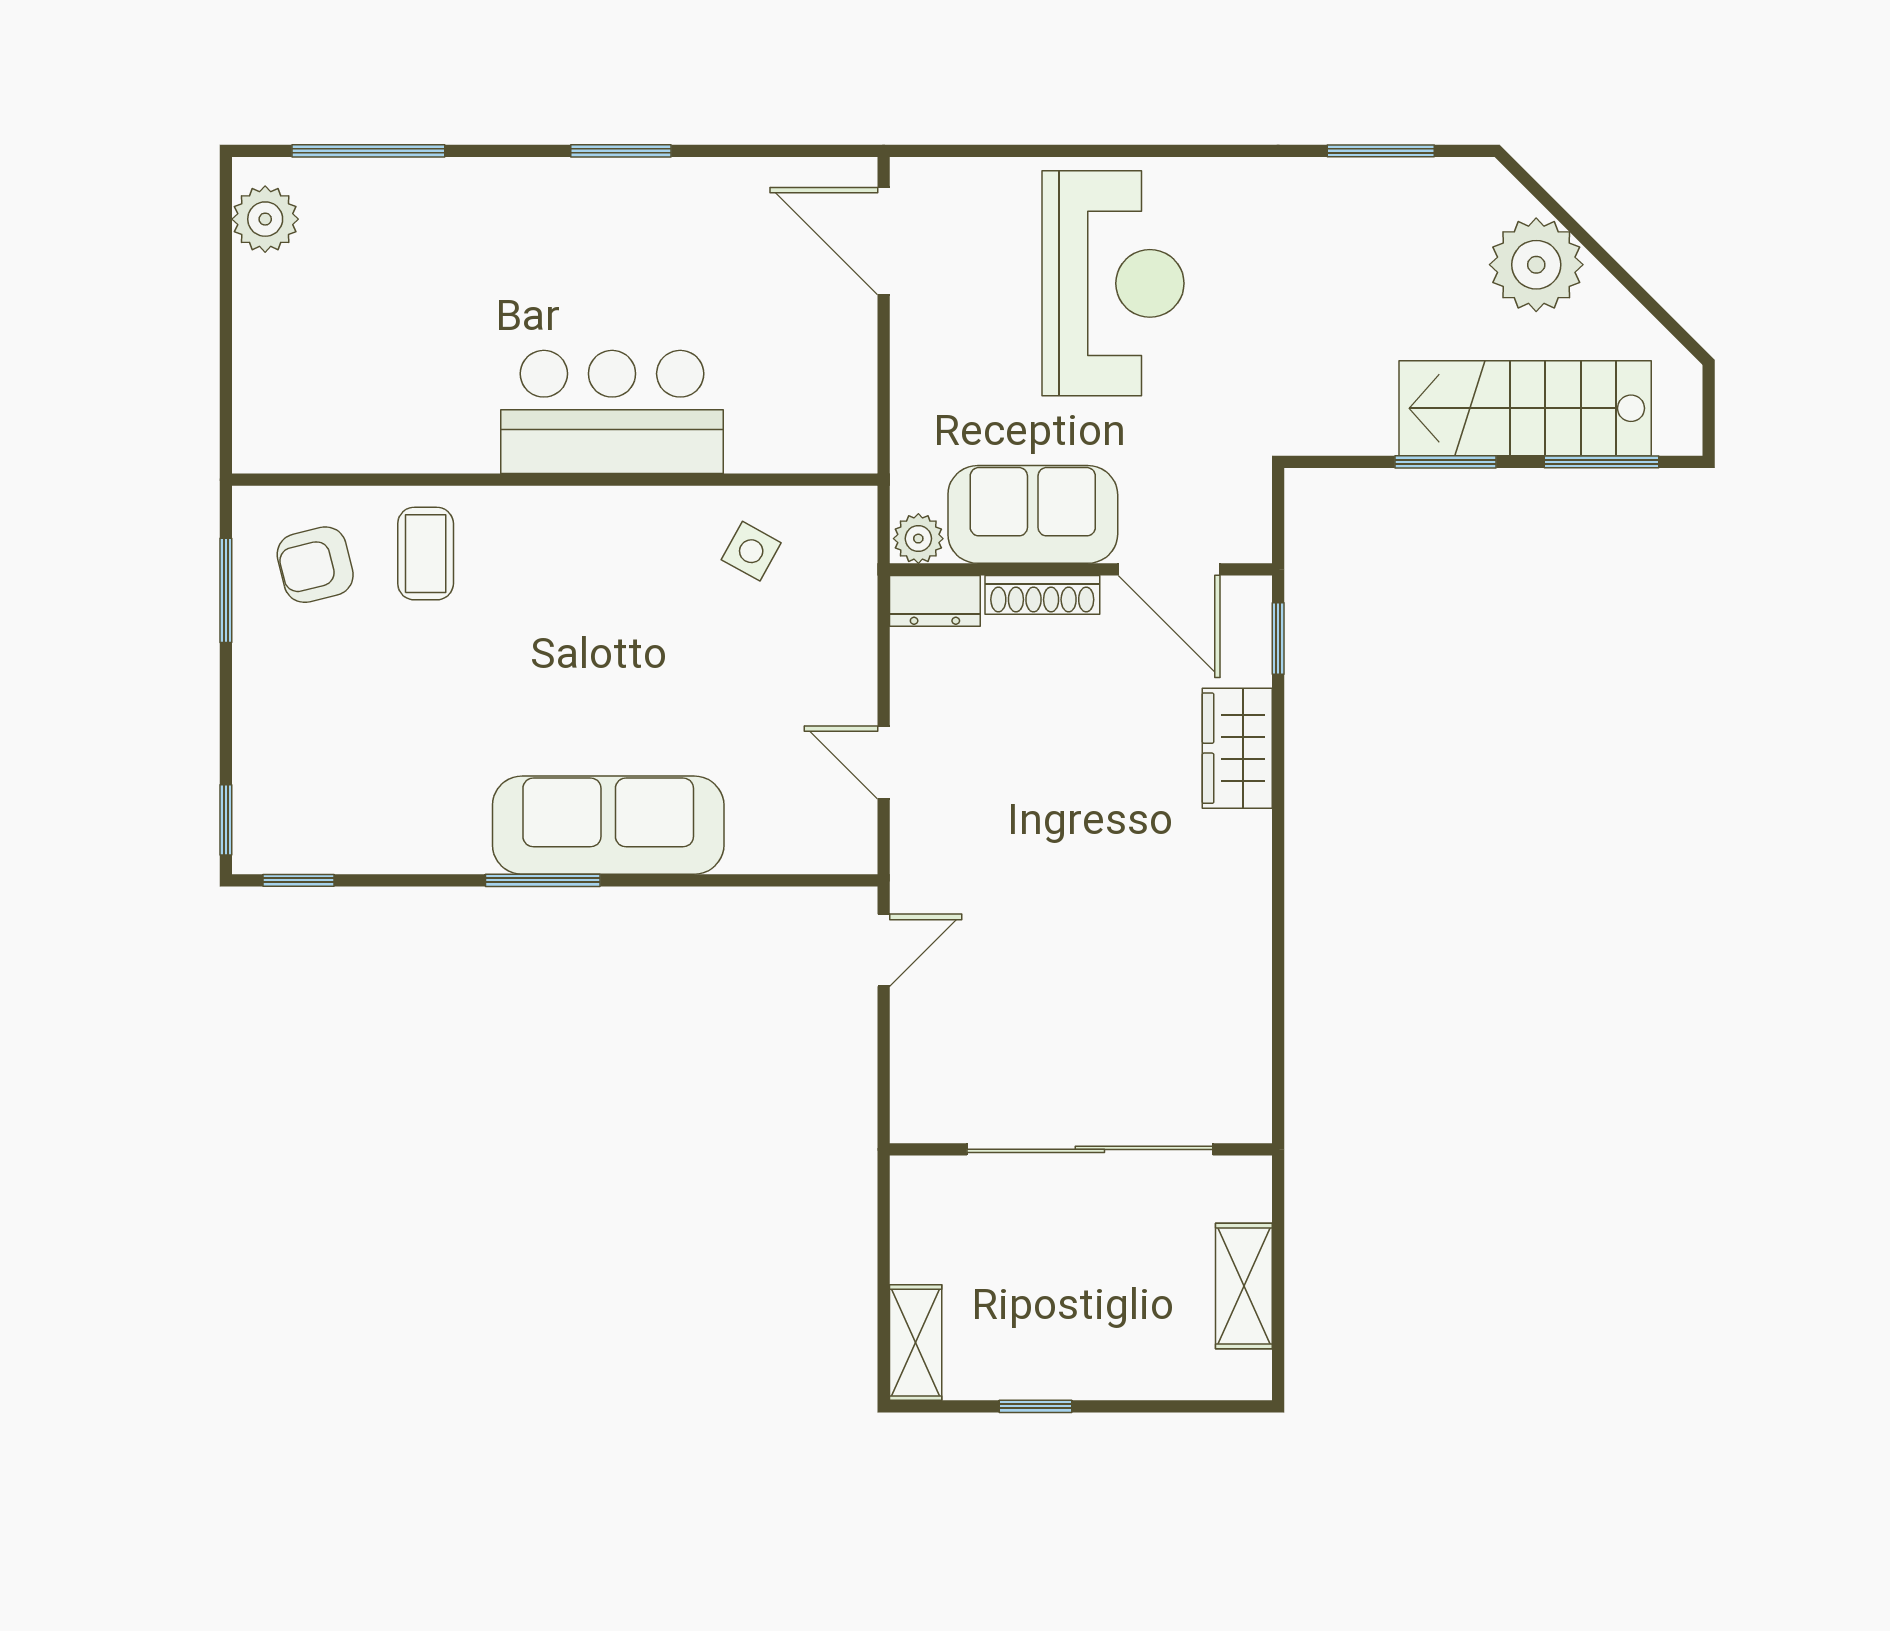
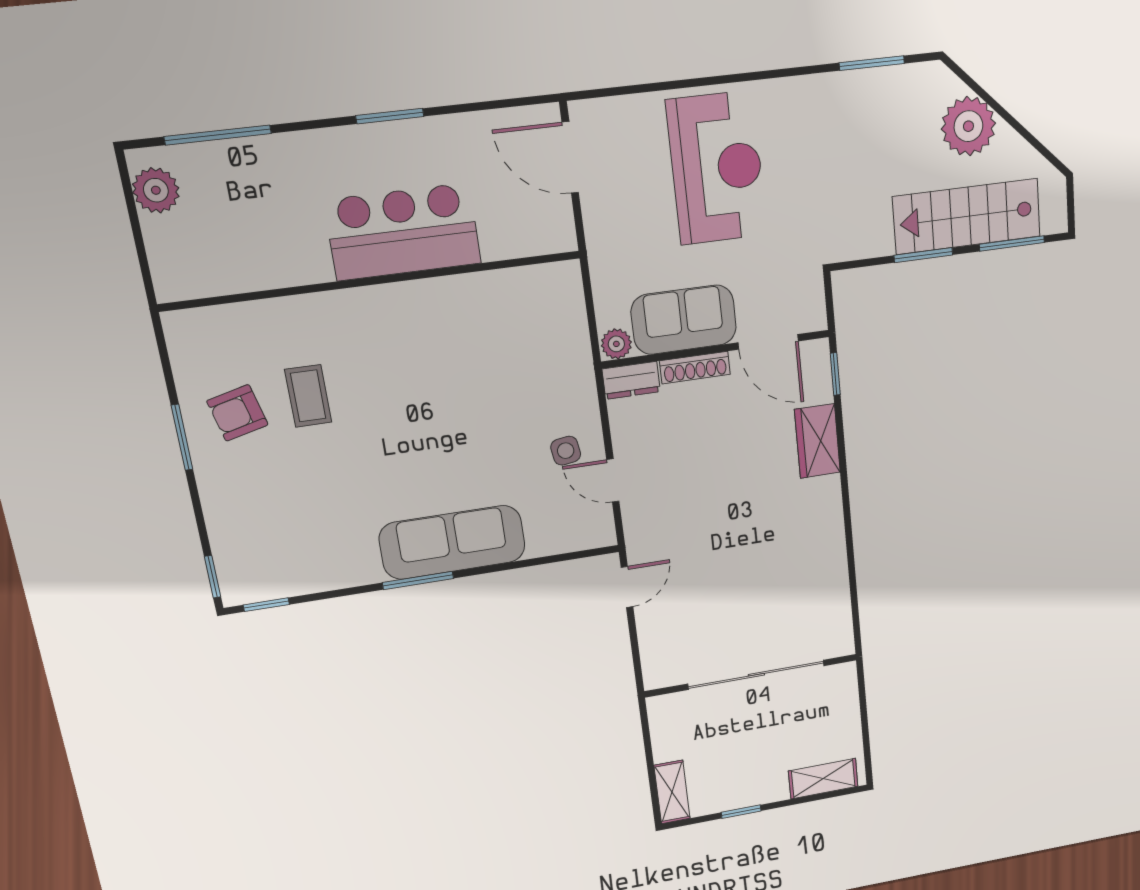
bar counter: (612, 412) -> (403, 232), moved
wall: (555, 480) -> (373, 281), moved
side table: (751, 551) -> (566, 451), moved, turned -37
shelving: (1244, 1286) -> (823, 779), moved, turned 90

